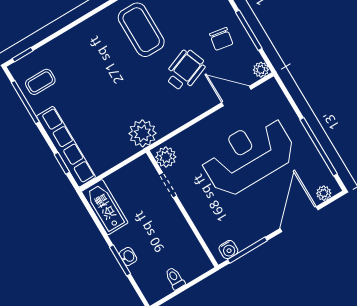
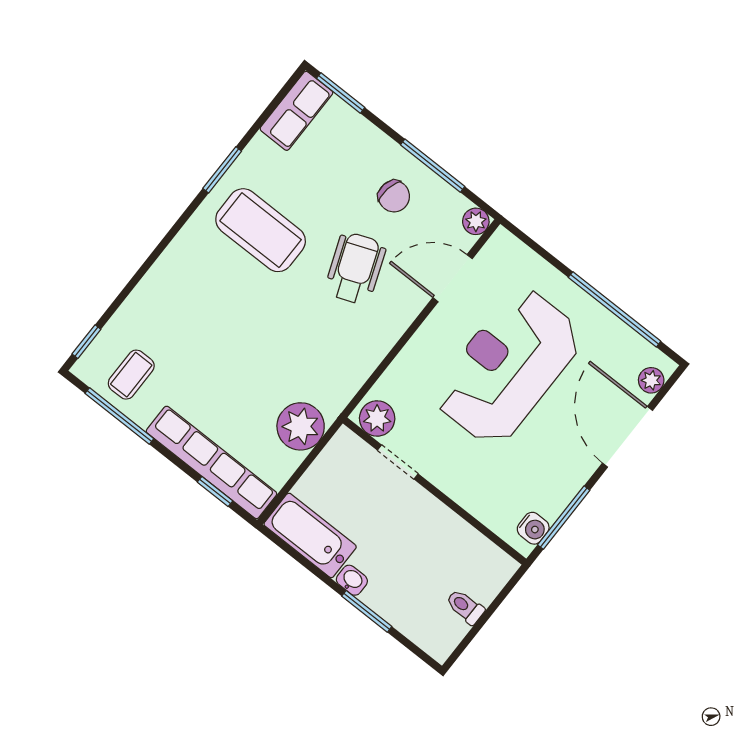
plant: (143, 133) -> (301, 426), moved
washbasin: (128, 256) -> (352, 580), moved

